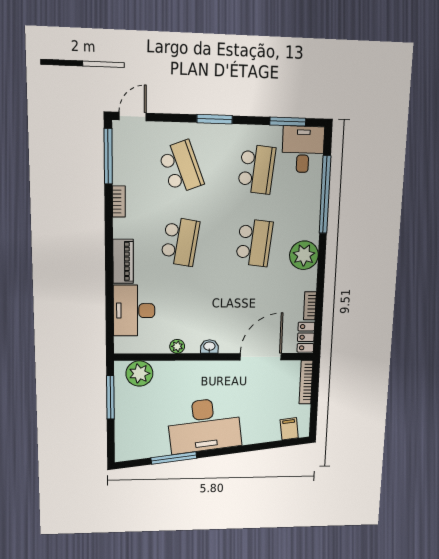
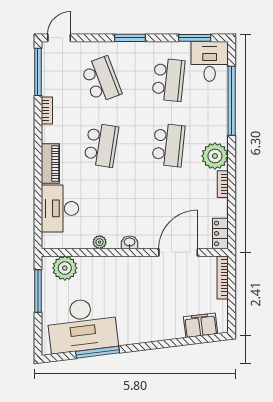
bookcase: (310, 306) -> (223, 184), moved
desk: (204, 425) -> (82, 325), moved
filing cabinet: (289, 429) -> (201, 325), width x2.00

